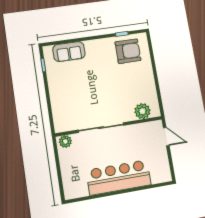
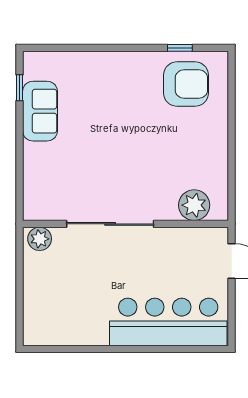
sofa: (69, 52) -> (40, 111), moved, turned -90
bar counter: (119, 177) -> (168, 322), moved

